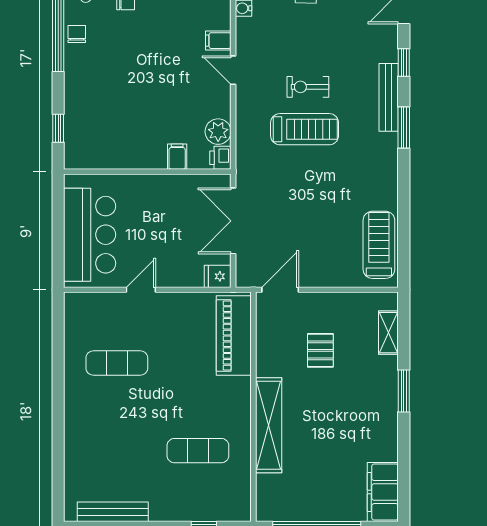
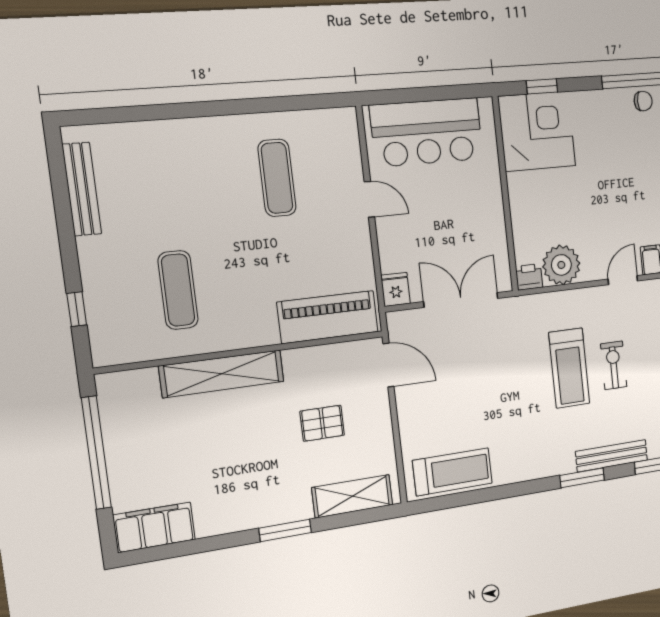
plant: (218, 132) -> (561, 265), width x1.36, depth x1.36
corner desk: (96, 137) -> (537, 131), added
filing cabinet: (177, 157) -> (525, 227), removed
shelving: (388, 333) -> (352, 496), width x1.50, depth x1.33

